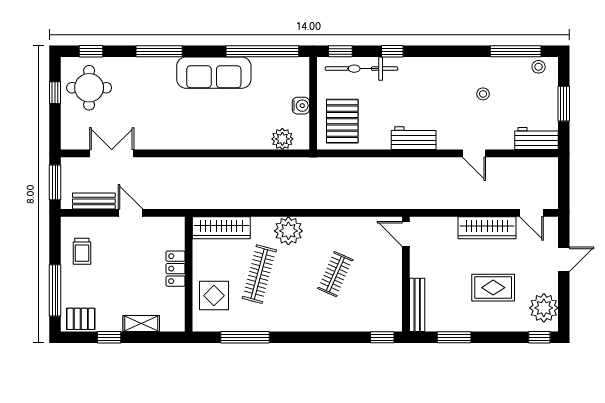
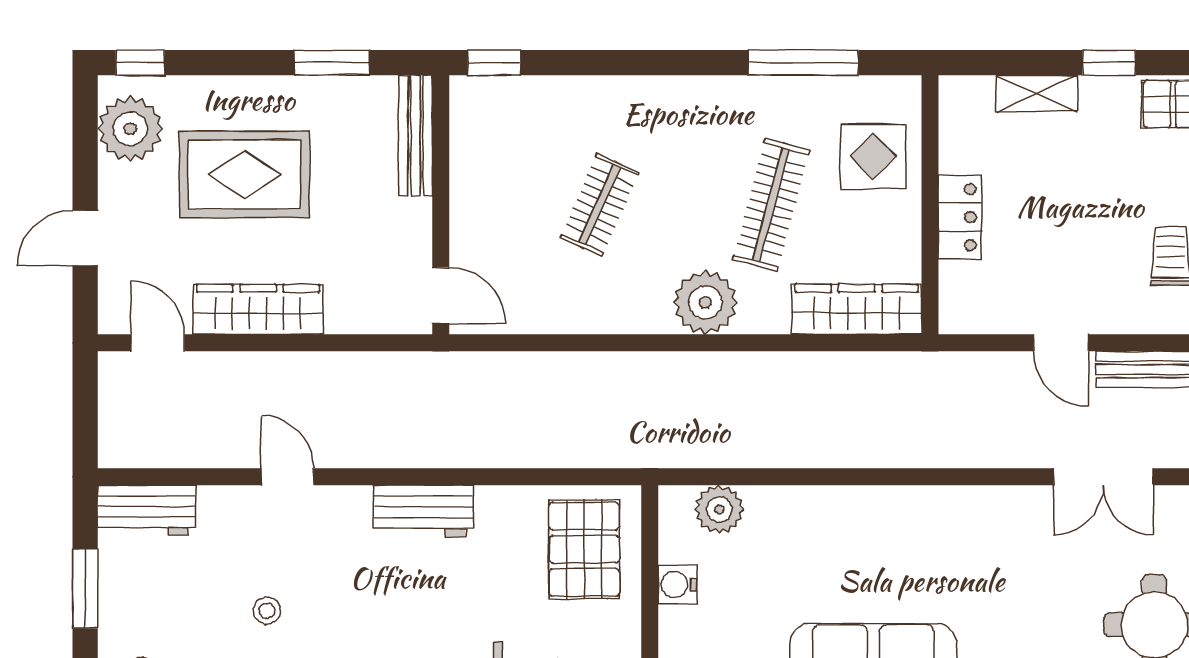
rug: (493, 288) -> (244, 175), width x1.36, depth x1.43

